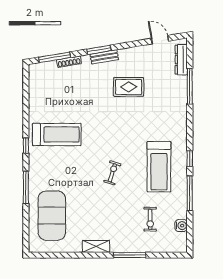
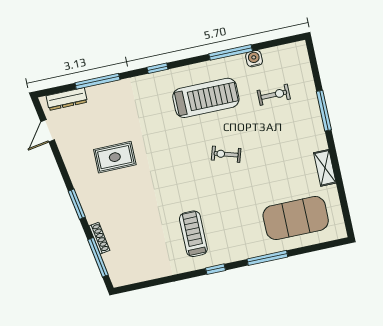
bench: (104, 57) -> (84, 195), removed
rug: (129, 87) -> (115, 157), turned 90
treadmill: (57, 134) -> (193, 234), width x0.73, depth x0.73
window: (190, 159) -> (157, 68), moved
water cooler: (181, 226) -> (254, 59), moved
shelving: (96, 246) -> (325, 168), moved

